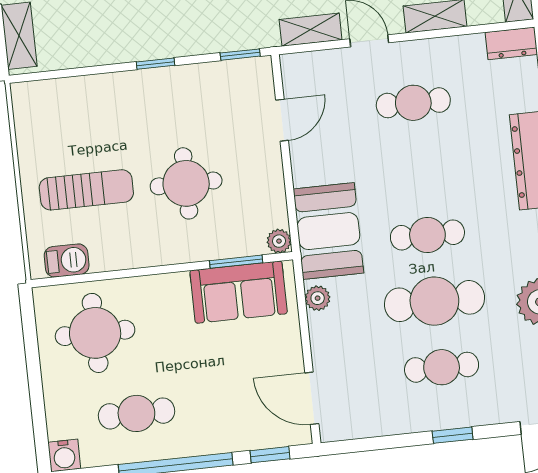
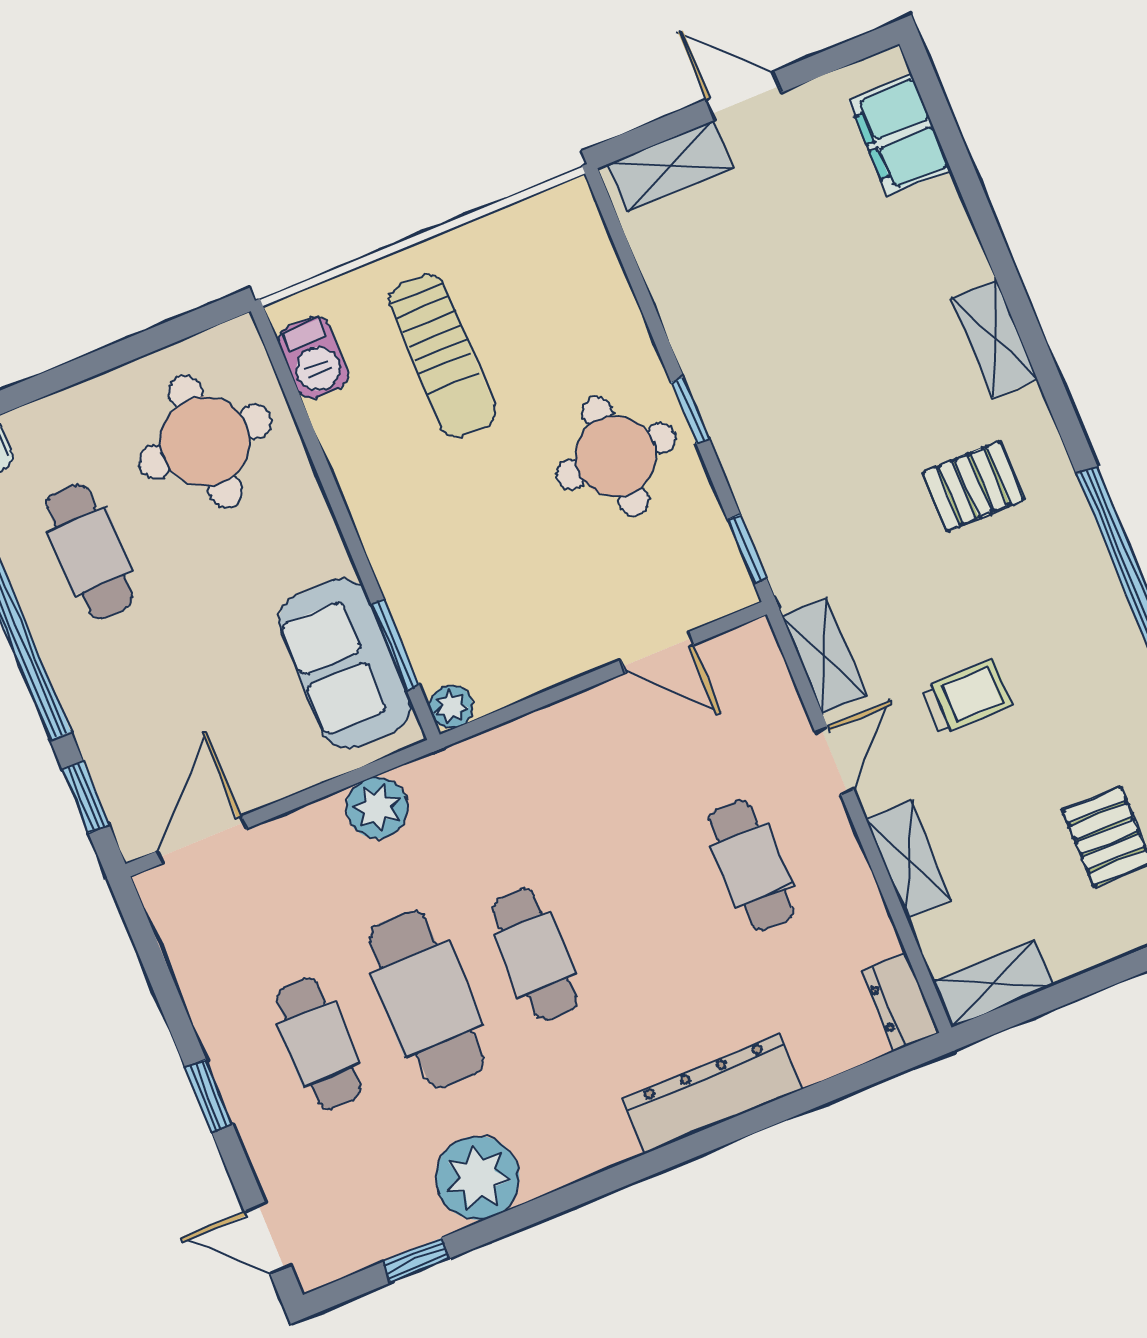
round table: (186, 183) -> (616, 456), moved
booth: (328, 231) -> (493, 785), removed
plant: (318, 298) -> (377, 808), width x1.38, depth x1.38

